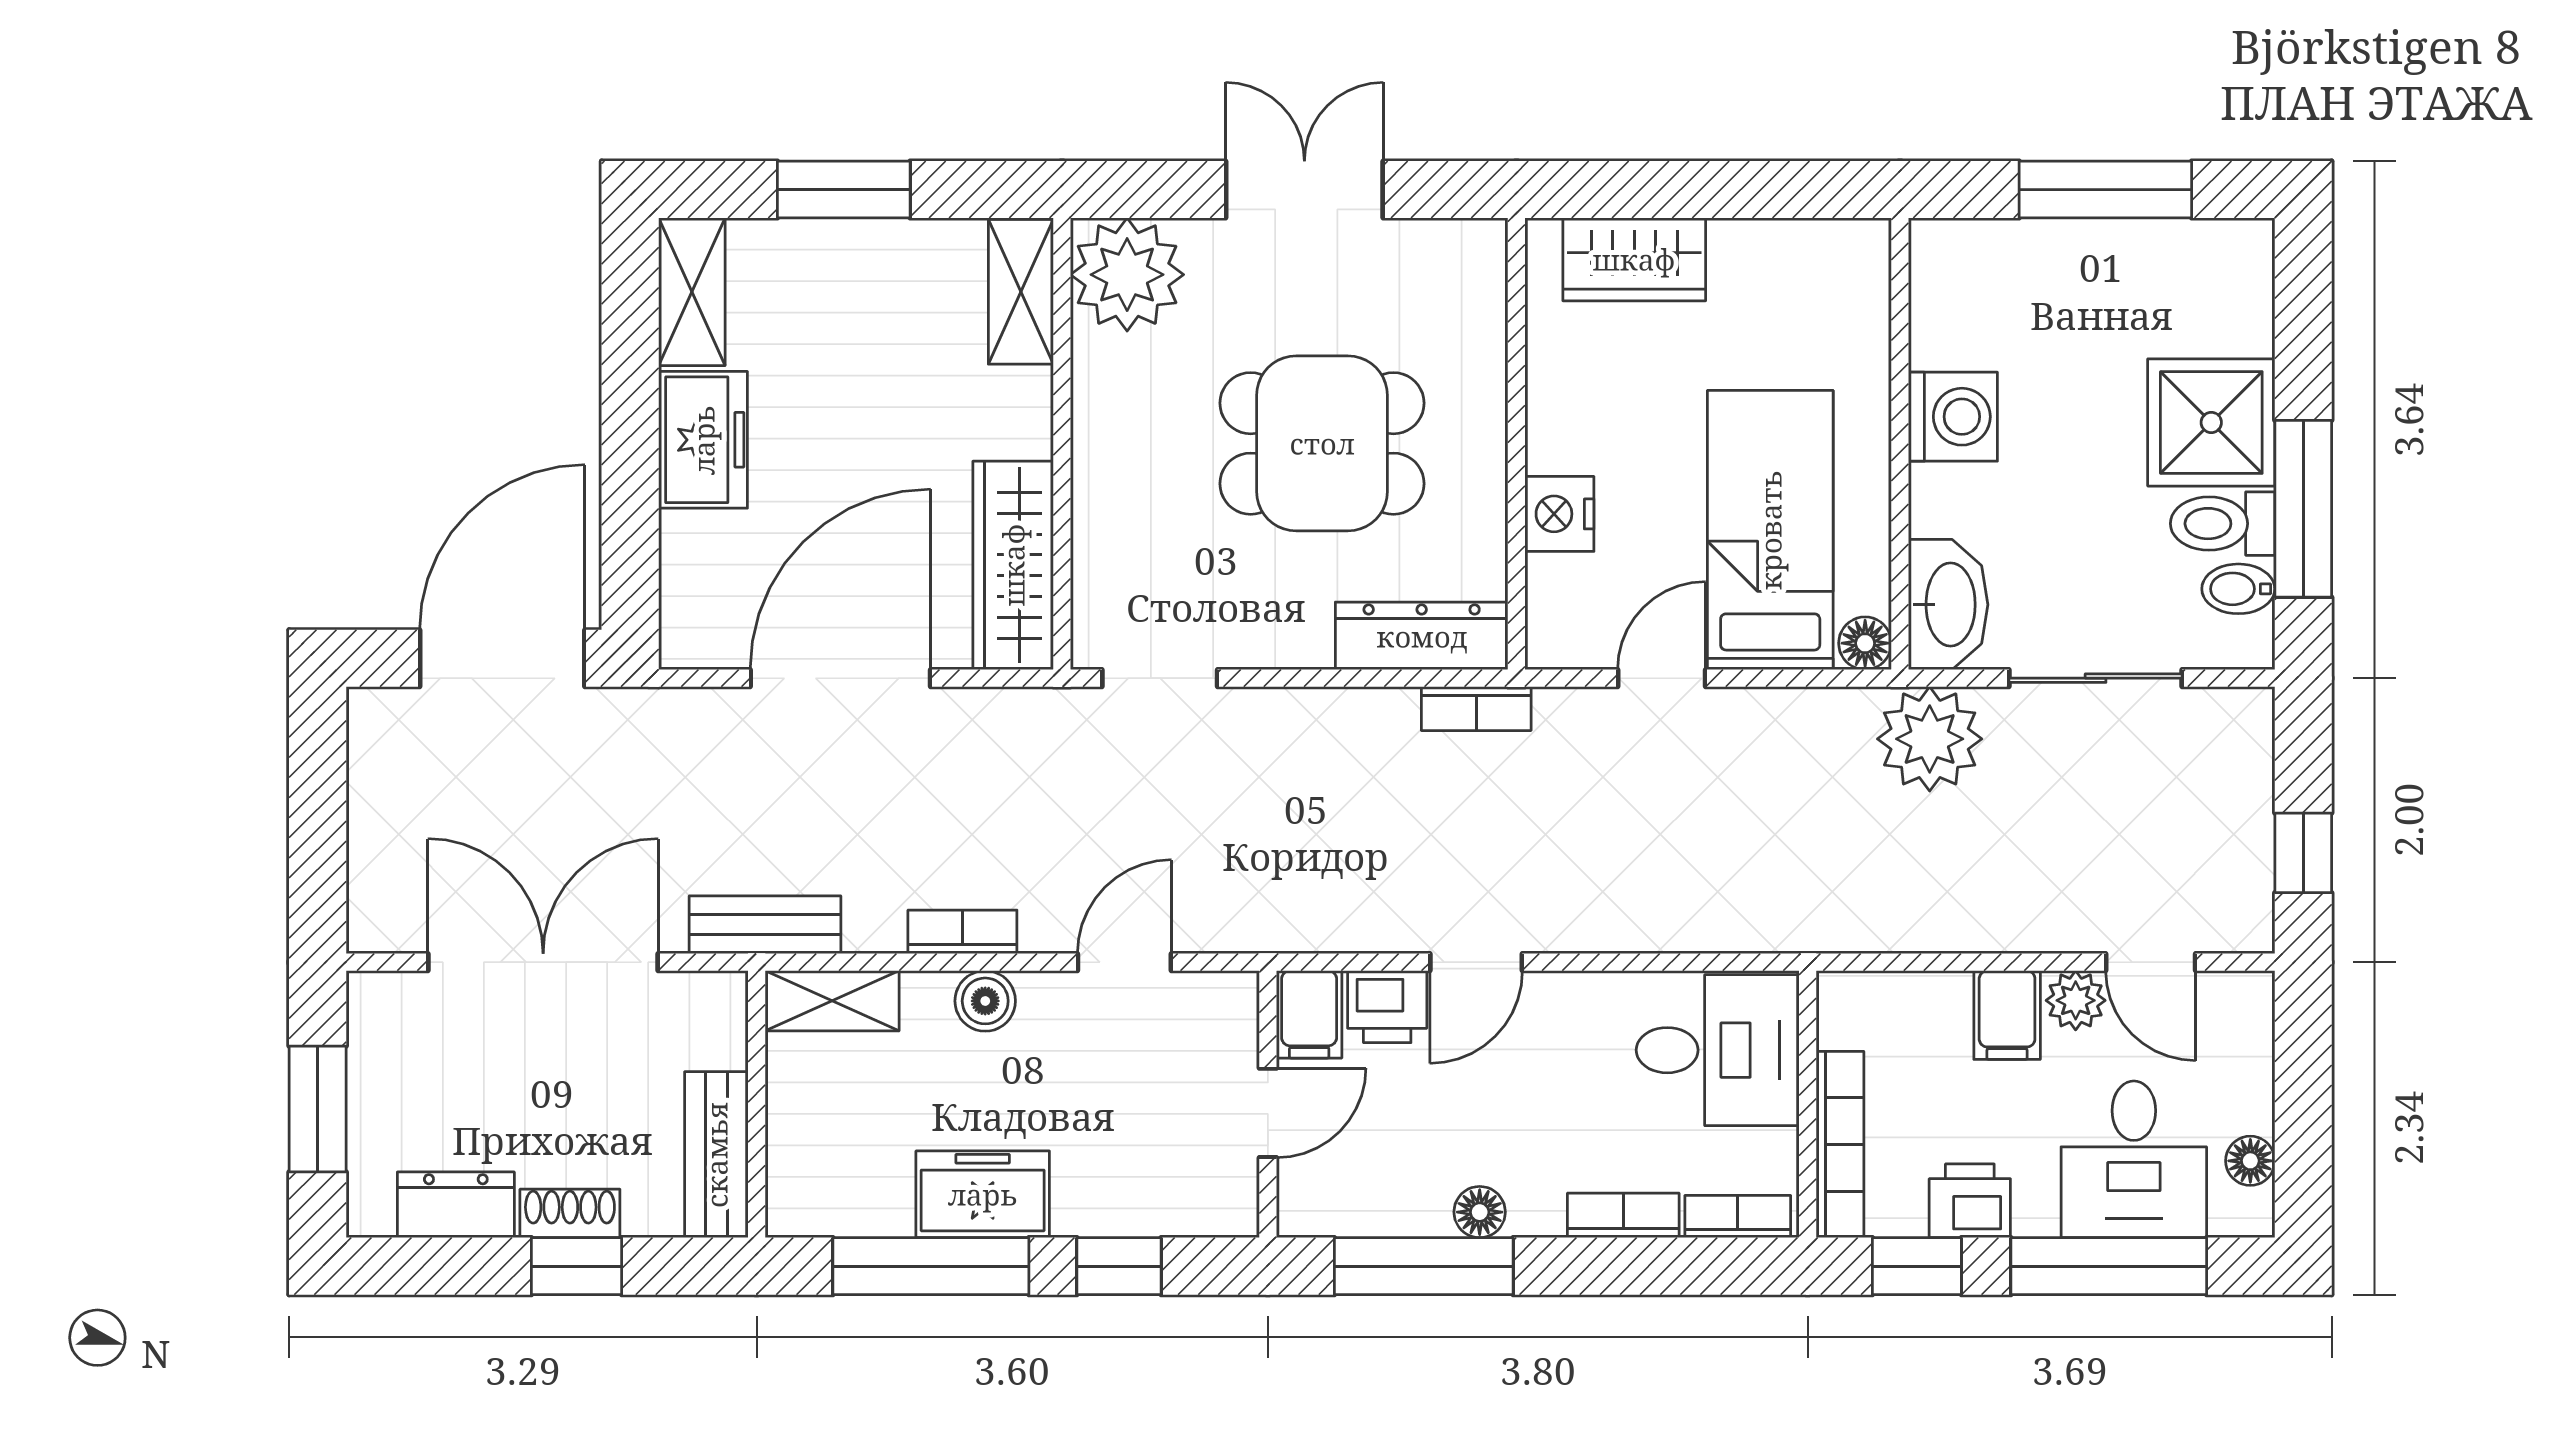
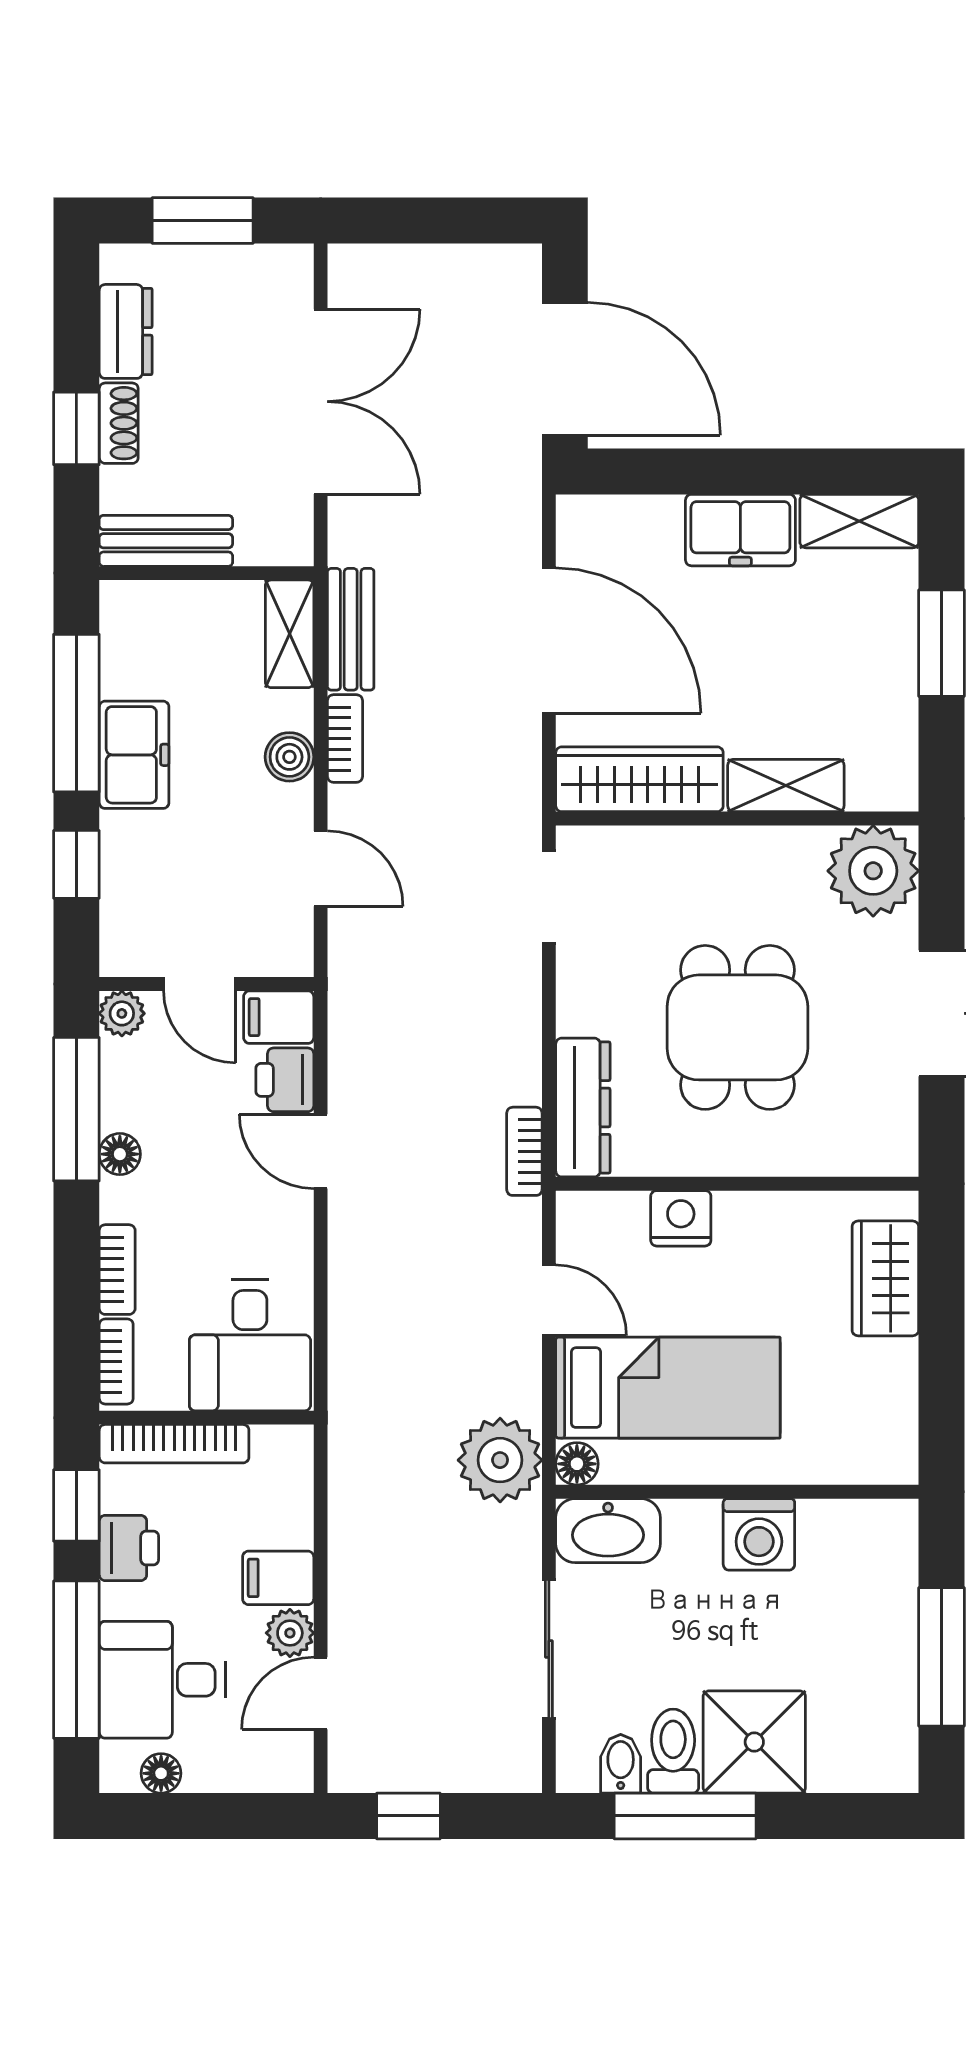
shelving: (1021, 292) -> (786, 785), moved
plant: (1930, 739) -> (500, 1460), moved
bench: (765, 925) -> (351, 629), moved
plant: (1305, 1210) -> (122, 1013), added

